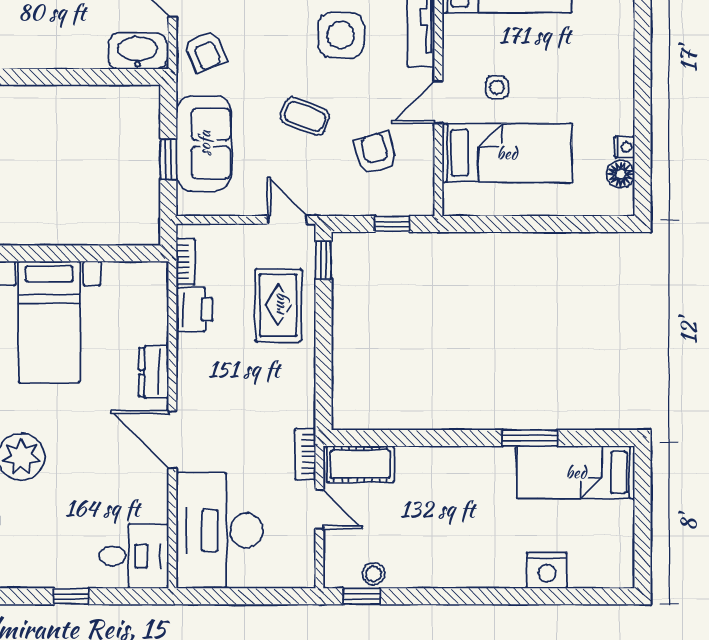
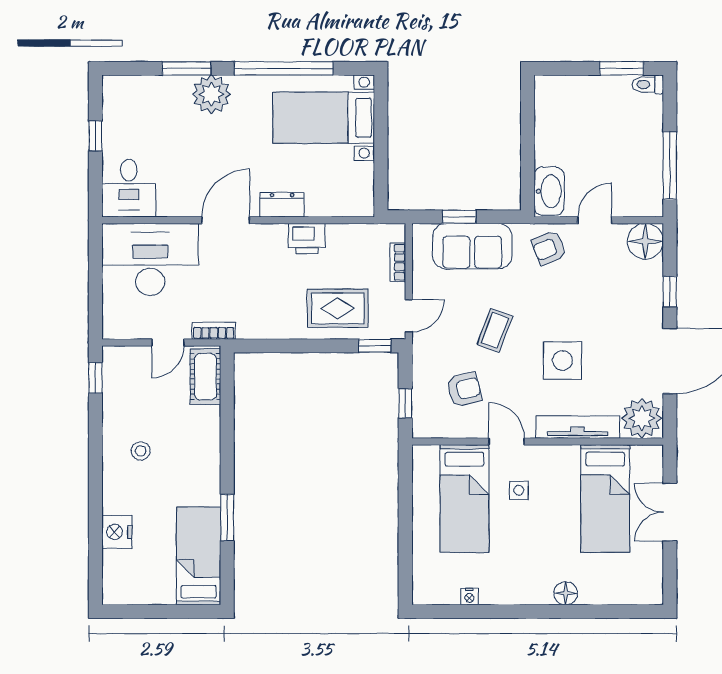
floor lamp: (621, 174) -> (566, 593), moved
bookcase: (185, 262) -> (398, 262), moved, turned 90
printer: (194, 310) -> (307, 238), moved
stool: (374, 574) -> (141, 451), moved

